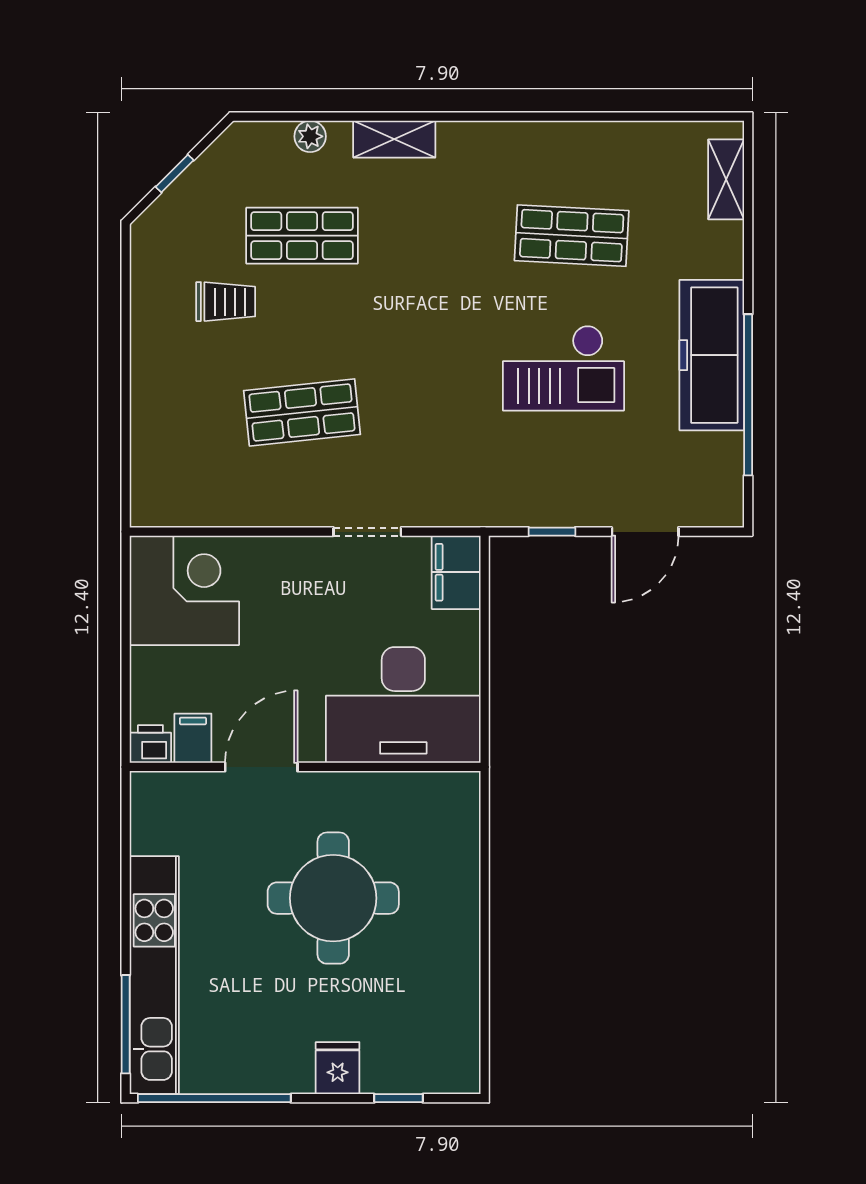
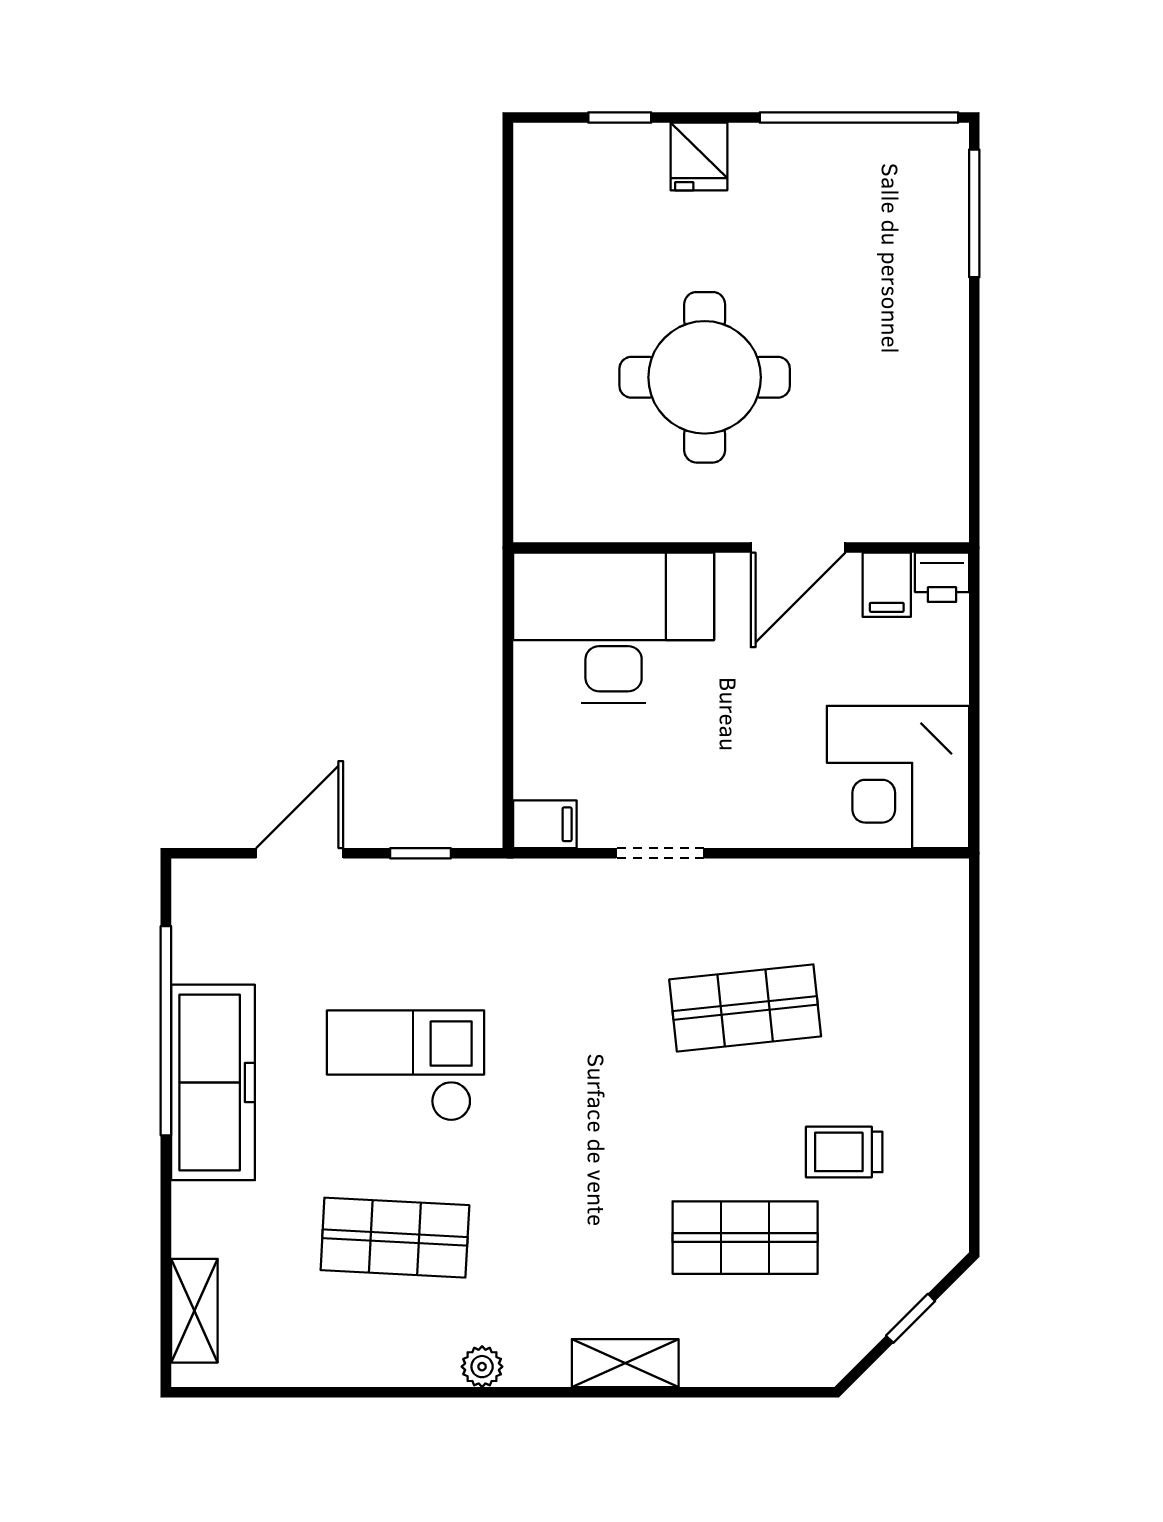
plant: (310, 136) -> (482, 1367), moved
filing cabinet: (456, 572) -> (545, 824), width x0.50
kitchen unit: (154, 975) -> (937, 277), removed

